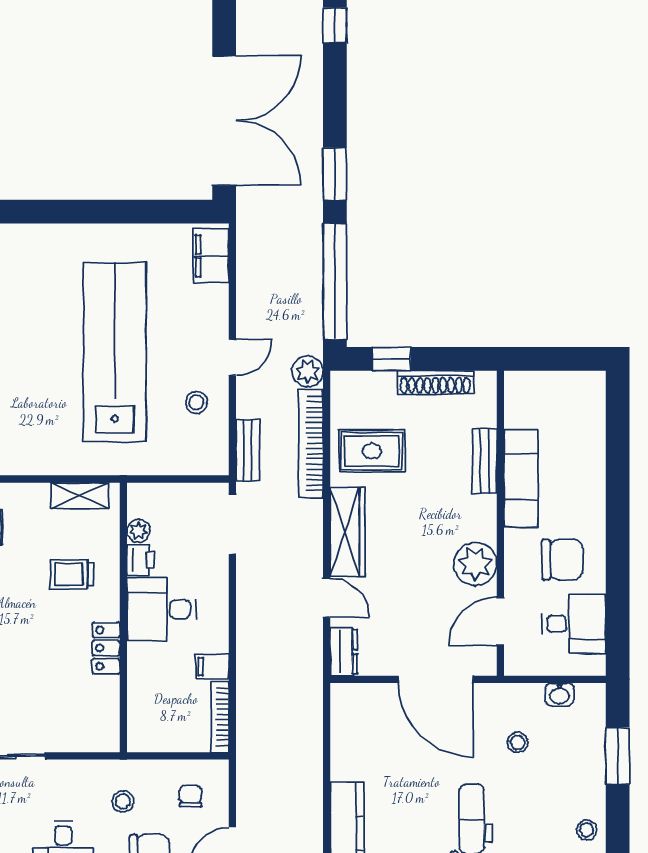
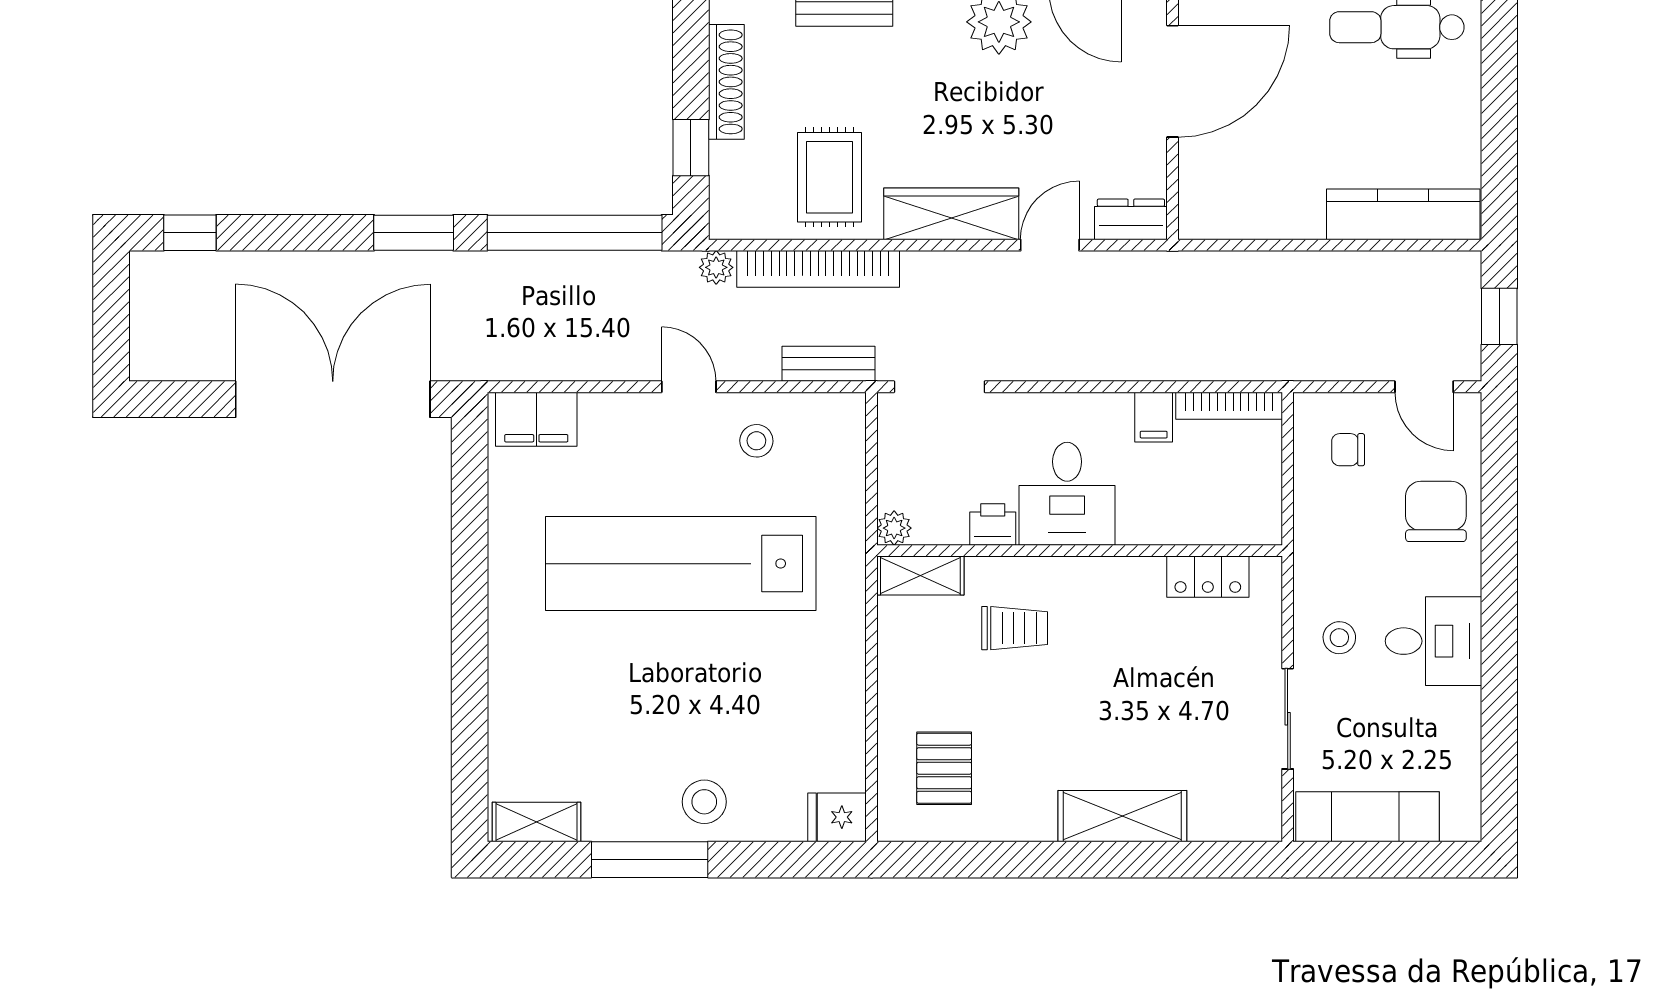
plant: (308, 371) -> (716, 267), width x0.73, depth x0.73
shelving: (80, 496) -> (920, 575), moved, turned 90
plant: (138, 531) -> (894, 528), moved
trolley: (72, 574) -> (1015, 628), turned -90
locker: (106, 648) -> (1208, 577), moved
stool: (123, 801) -> (1339, 638), moved

